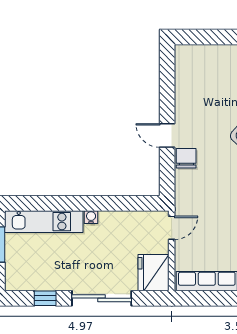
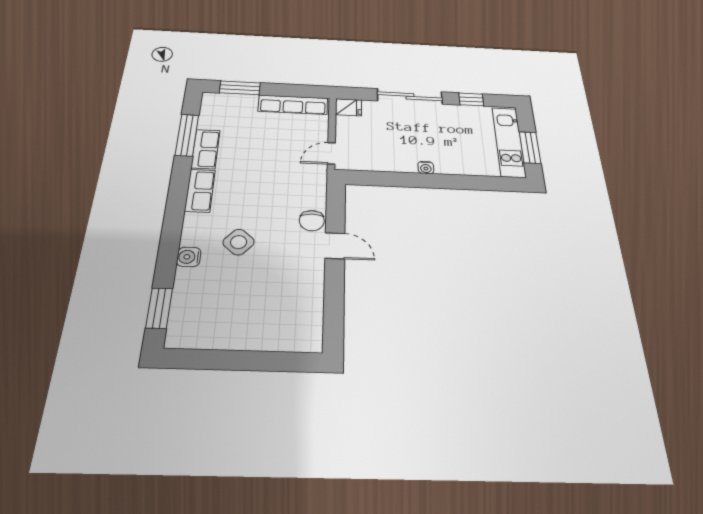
kitchen unit: (44, 222) -> (509, 142), moved, turned -90
fridge: (154, 273) -> (348, 107), width x0.53, depth x0.75

